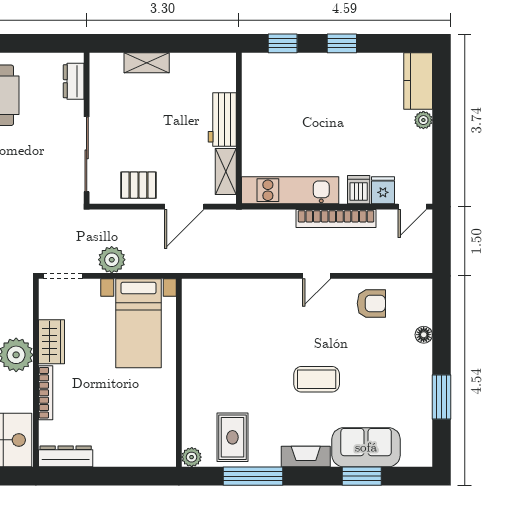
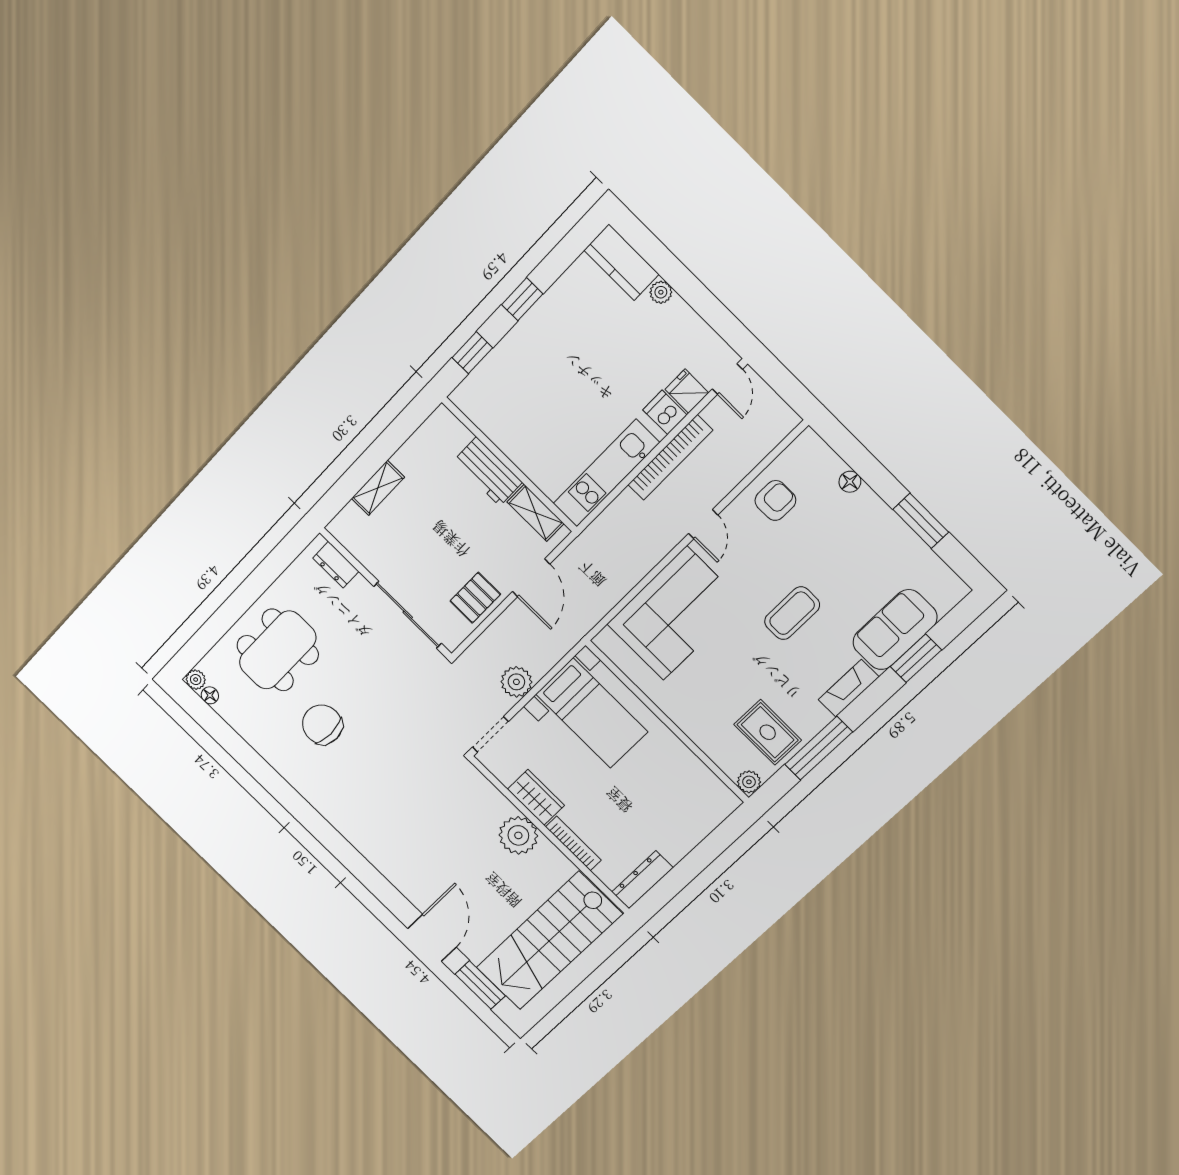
corner sofa: (248, 312) -> (675, 613), added

